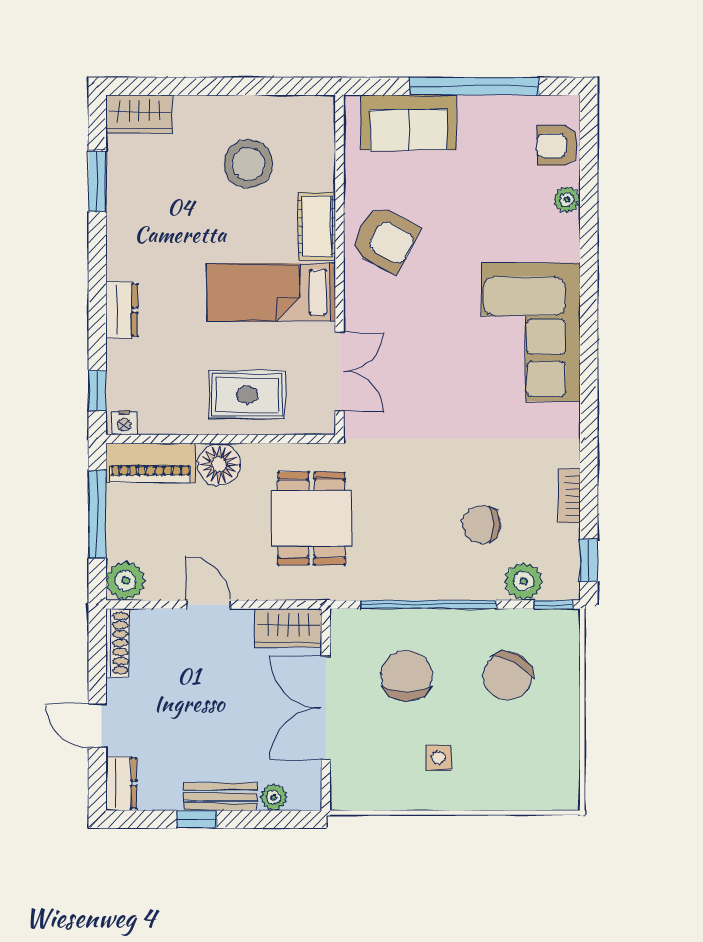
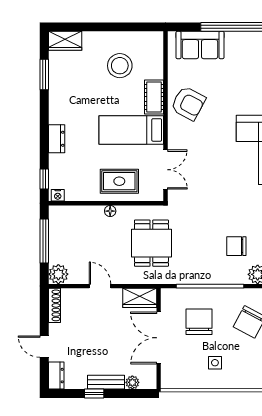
piano: (150, 463) -> (71, 215), removed
floor lamp: (219, 464) -> (110, 211), width x0.53, depth x0.53

